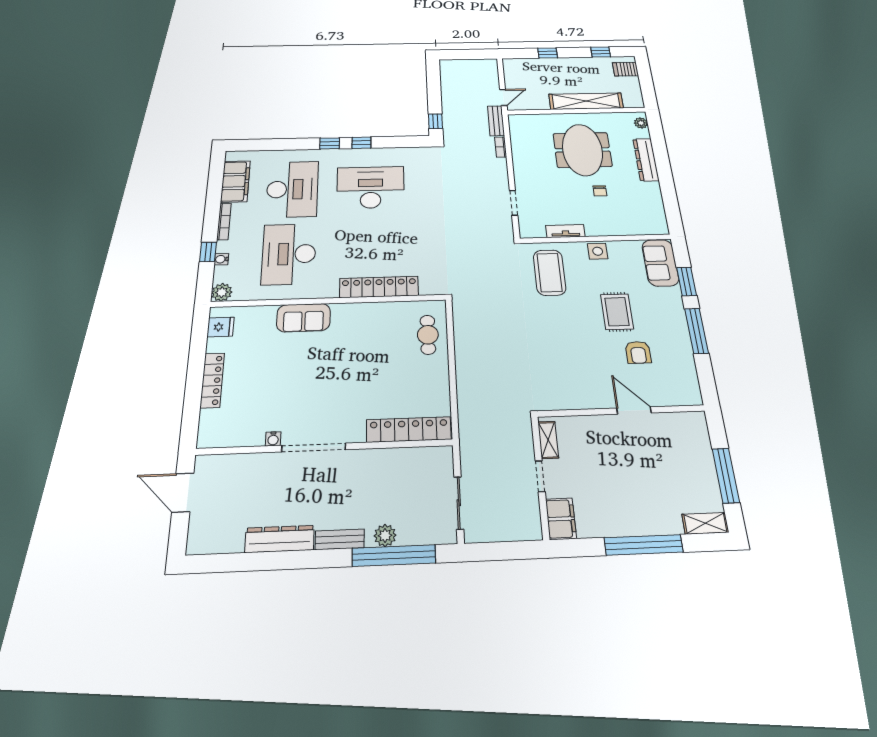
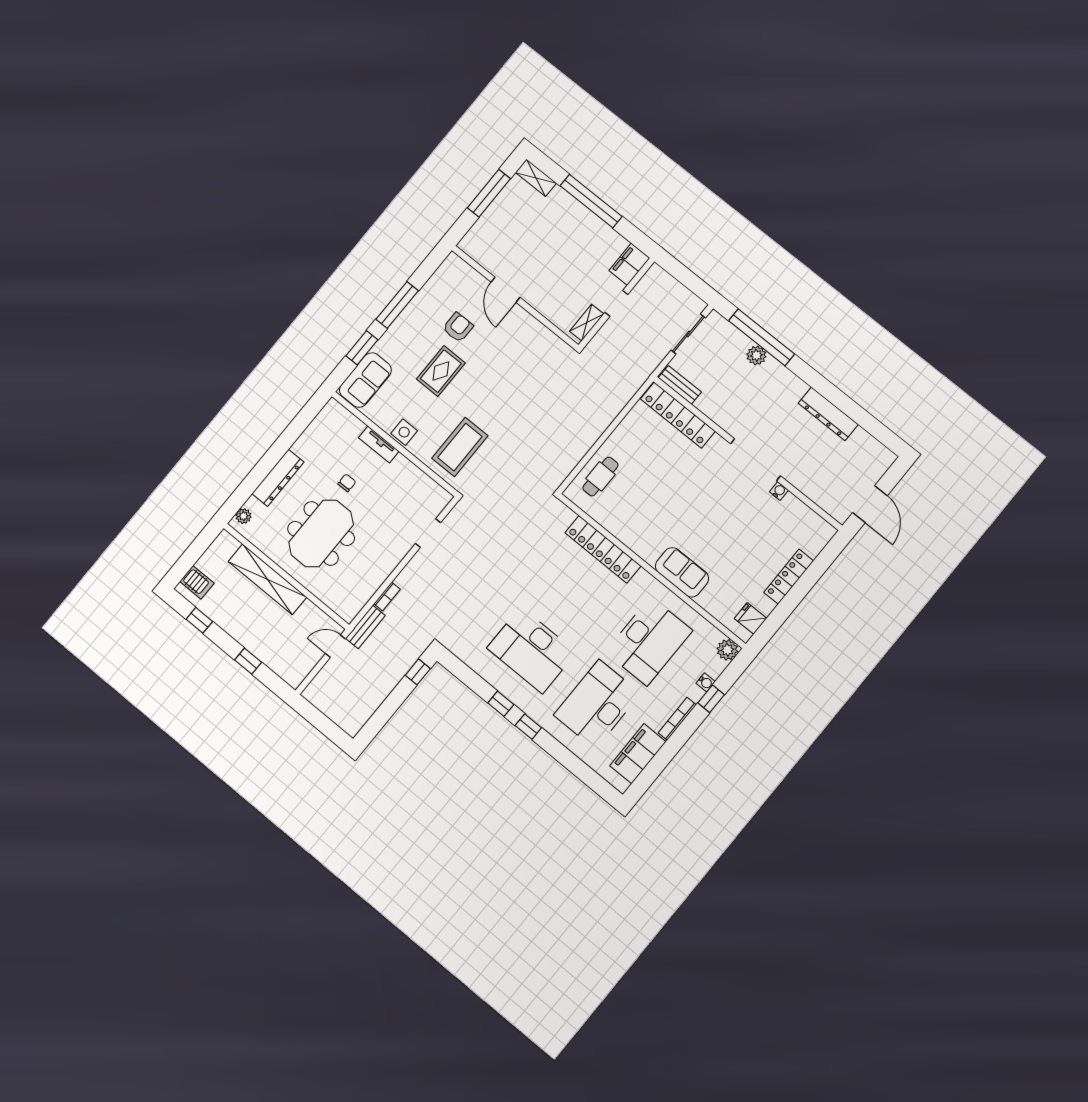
tv unit: (565, 231) -> (379, 444), moved
bench: (340, 539) -> (680, 385), moved

